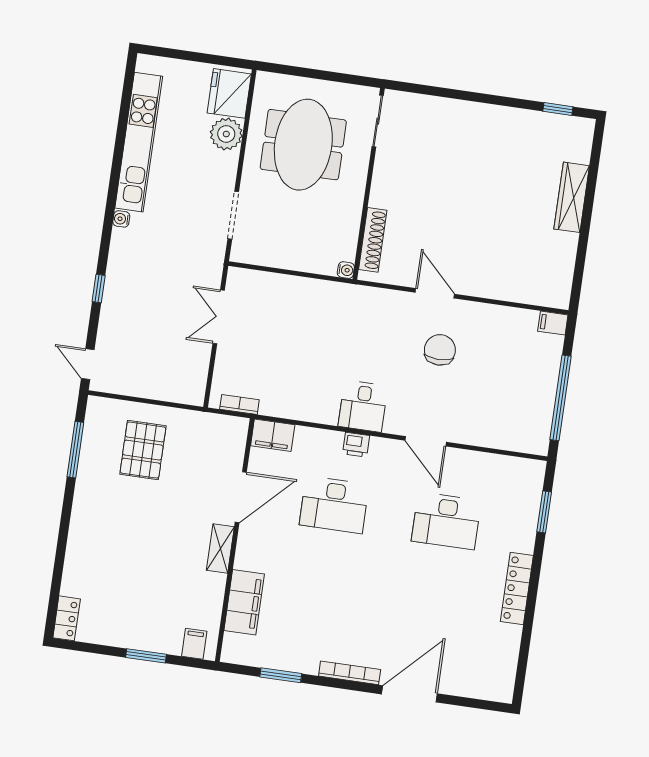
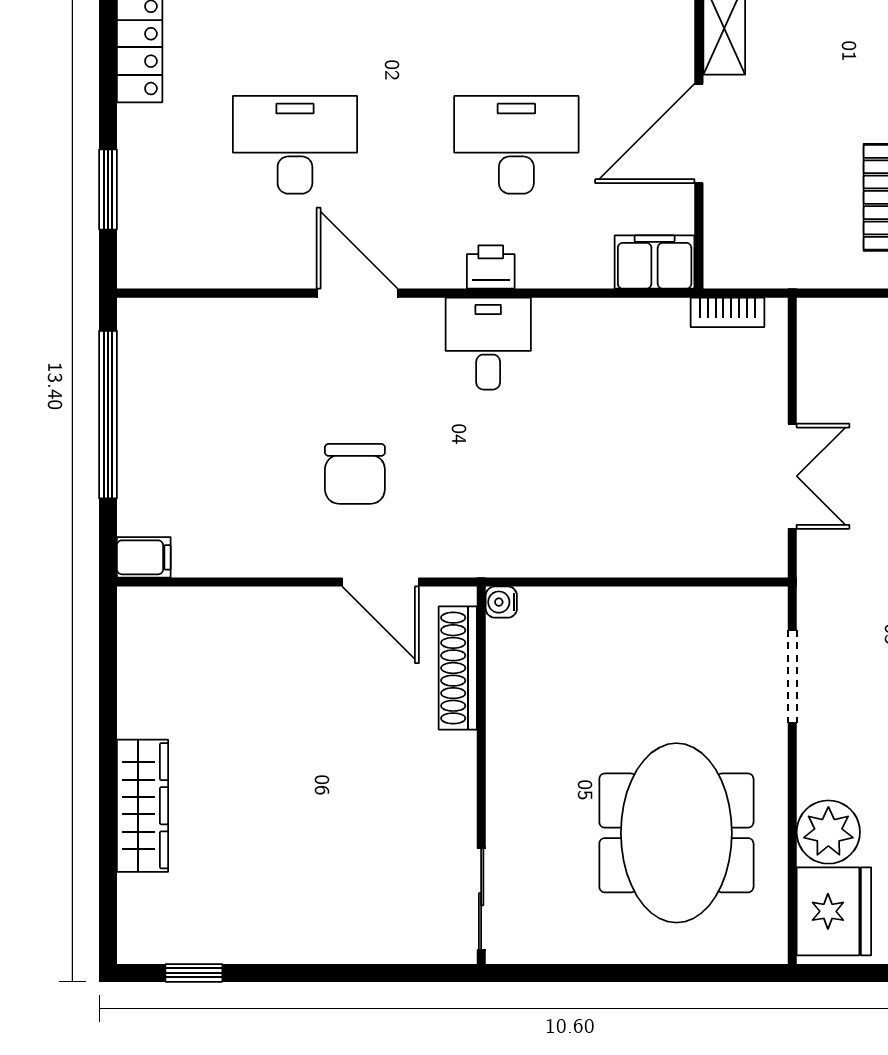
sliding door: (378, 121) -> (481, 899), moved
wall: (369, 184) -> (481, 775), moved
shoe rack: (373, 240) -> (458, 668), moved
water cooler: (346, 270) -> (501, 602), moved

